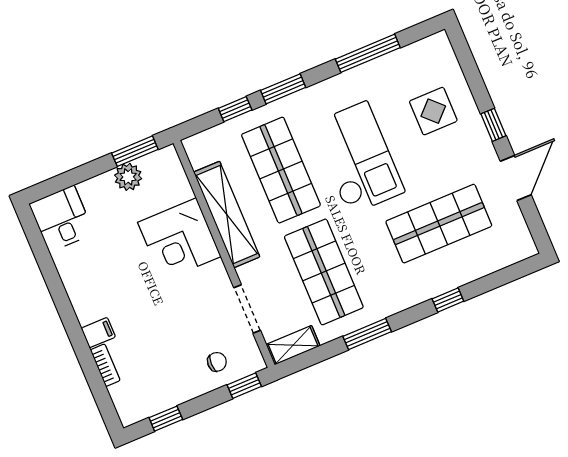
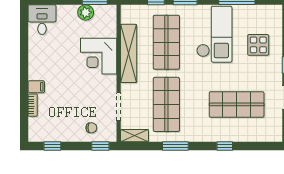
checkout: (358, 158) -> (214, 34), moved

